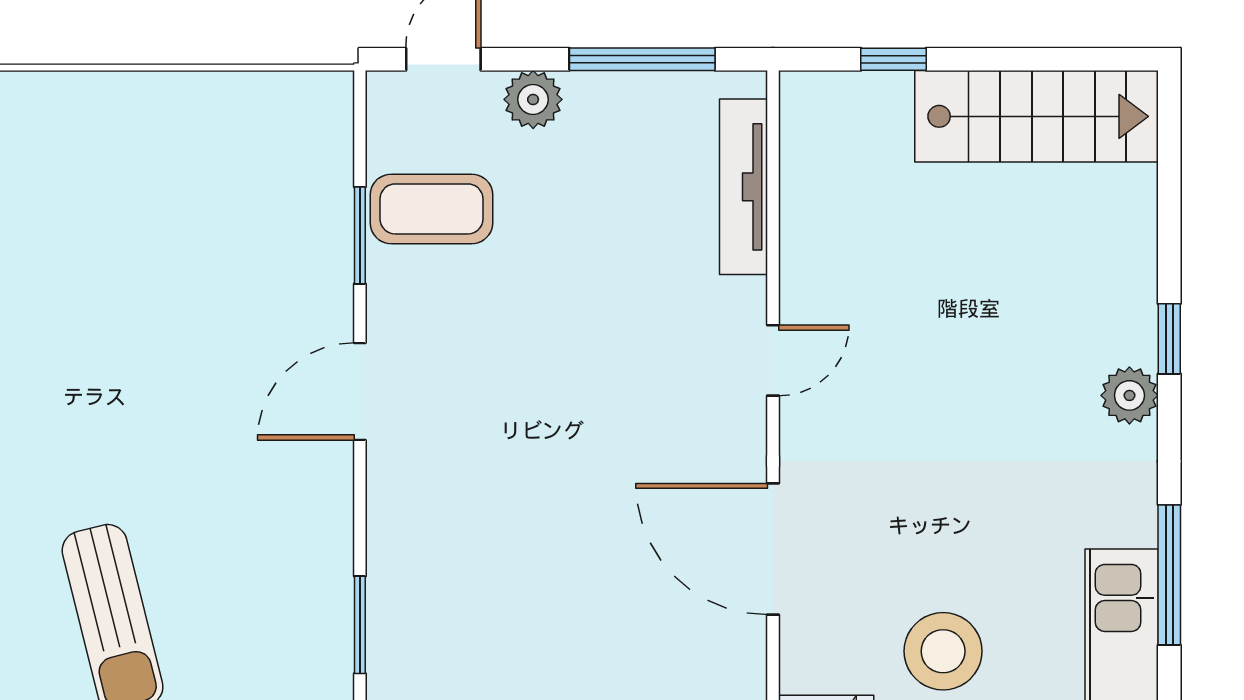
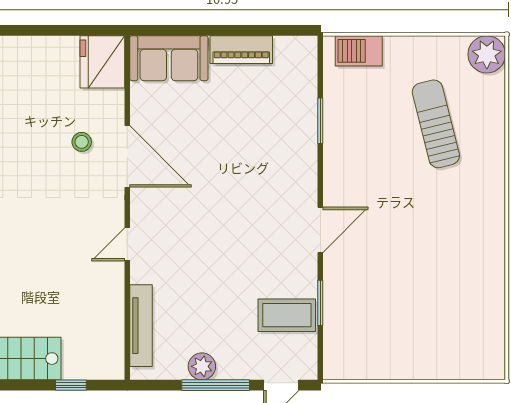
window: (642, 59) -> (216, 385), moved
plant: (533, 99) -> (202, 366), moved
stool: (943, 651) -> (82, 142), moved, width x0.53, depth x0.53

